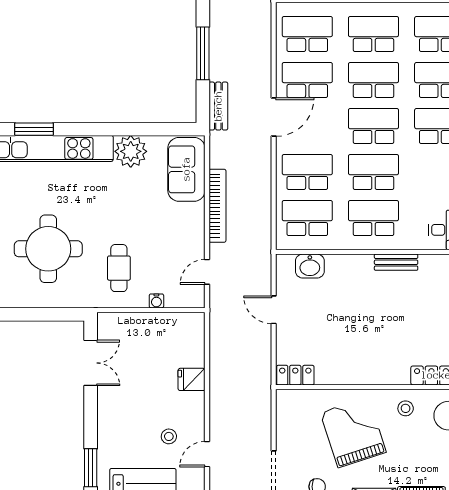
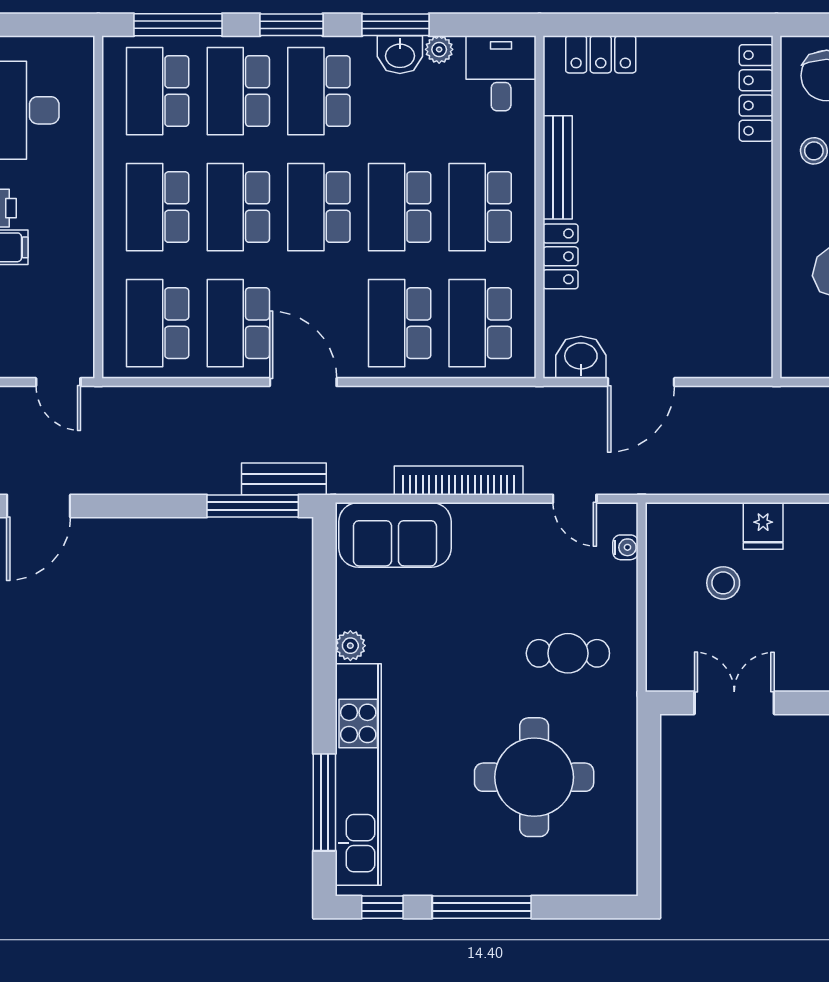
window: (203, 53) -> (253, 506), moved
window: (34, 129) -> (324, 802), width x1.44
plant: (131, 151) -> (350, 646), width x0.53, depth x0.53
bench: (396, 262) -> (558, 167), width x1.36
washbasin: (310, 266) -> (581, 357), moved, turned -90
water cooler: (156, 301) -> (625, 547), moved
door: (274, 310) -> (641, 382), width x1.38
stool: (159, 357) -> (723, 583), added
locker: (295, 375) -> (561, 256), moved, turned 180

